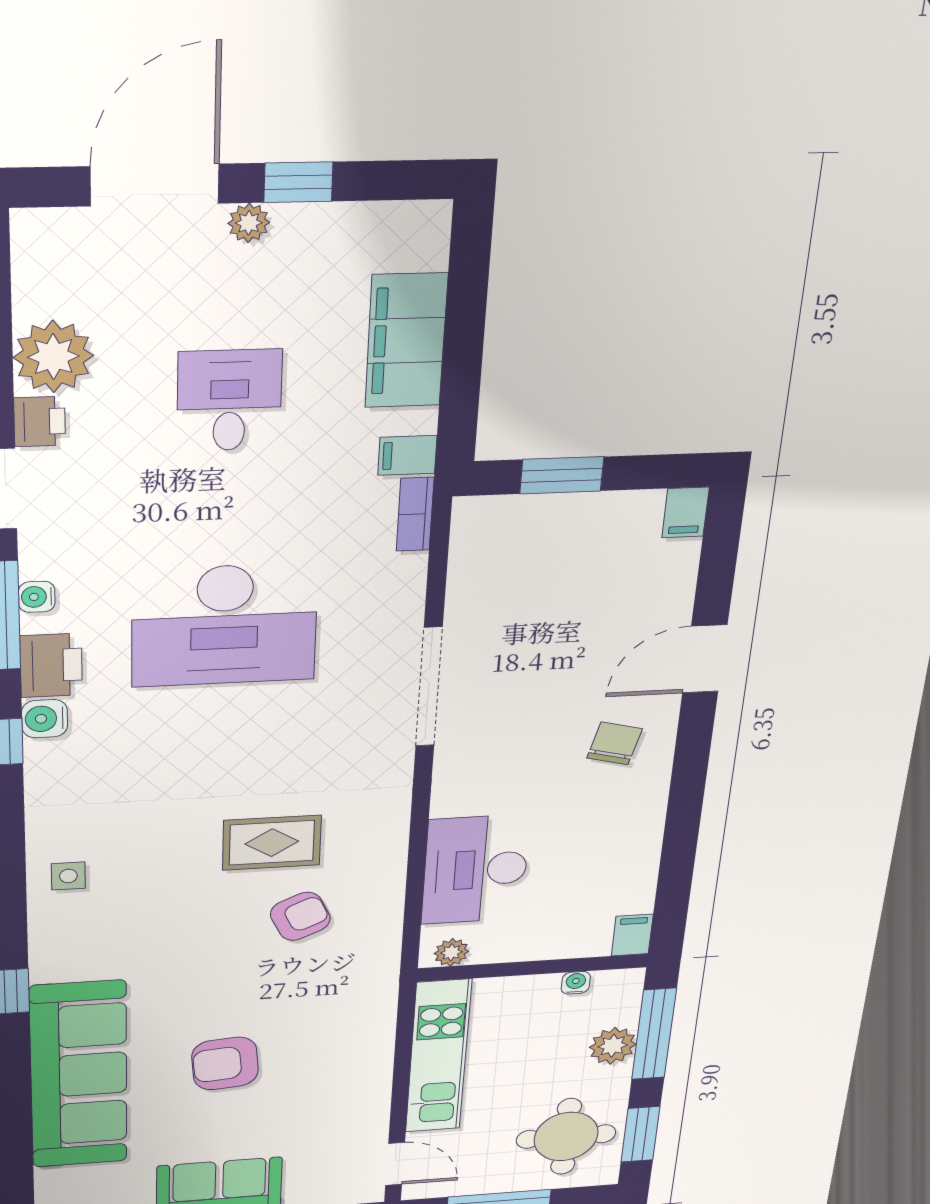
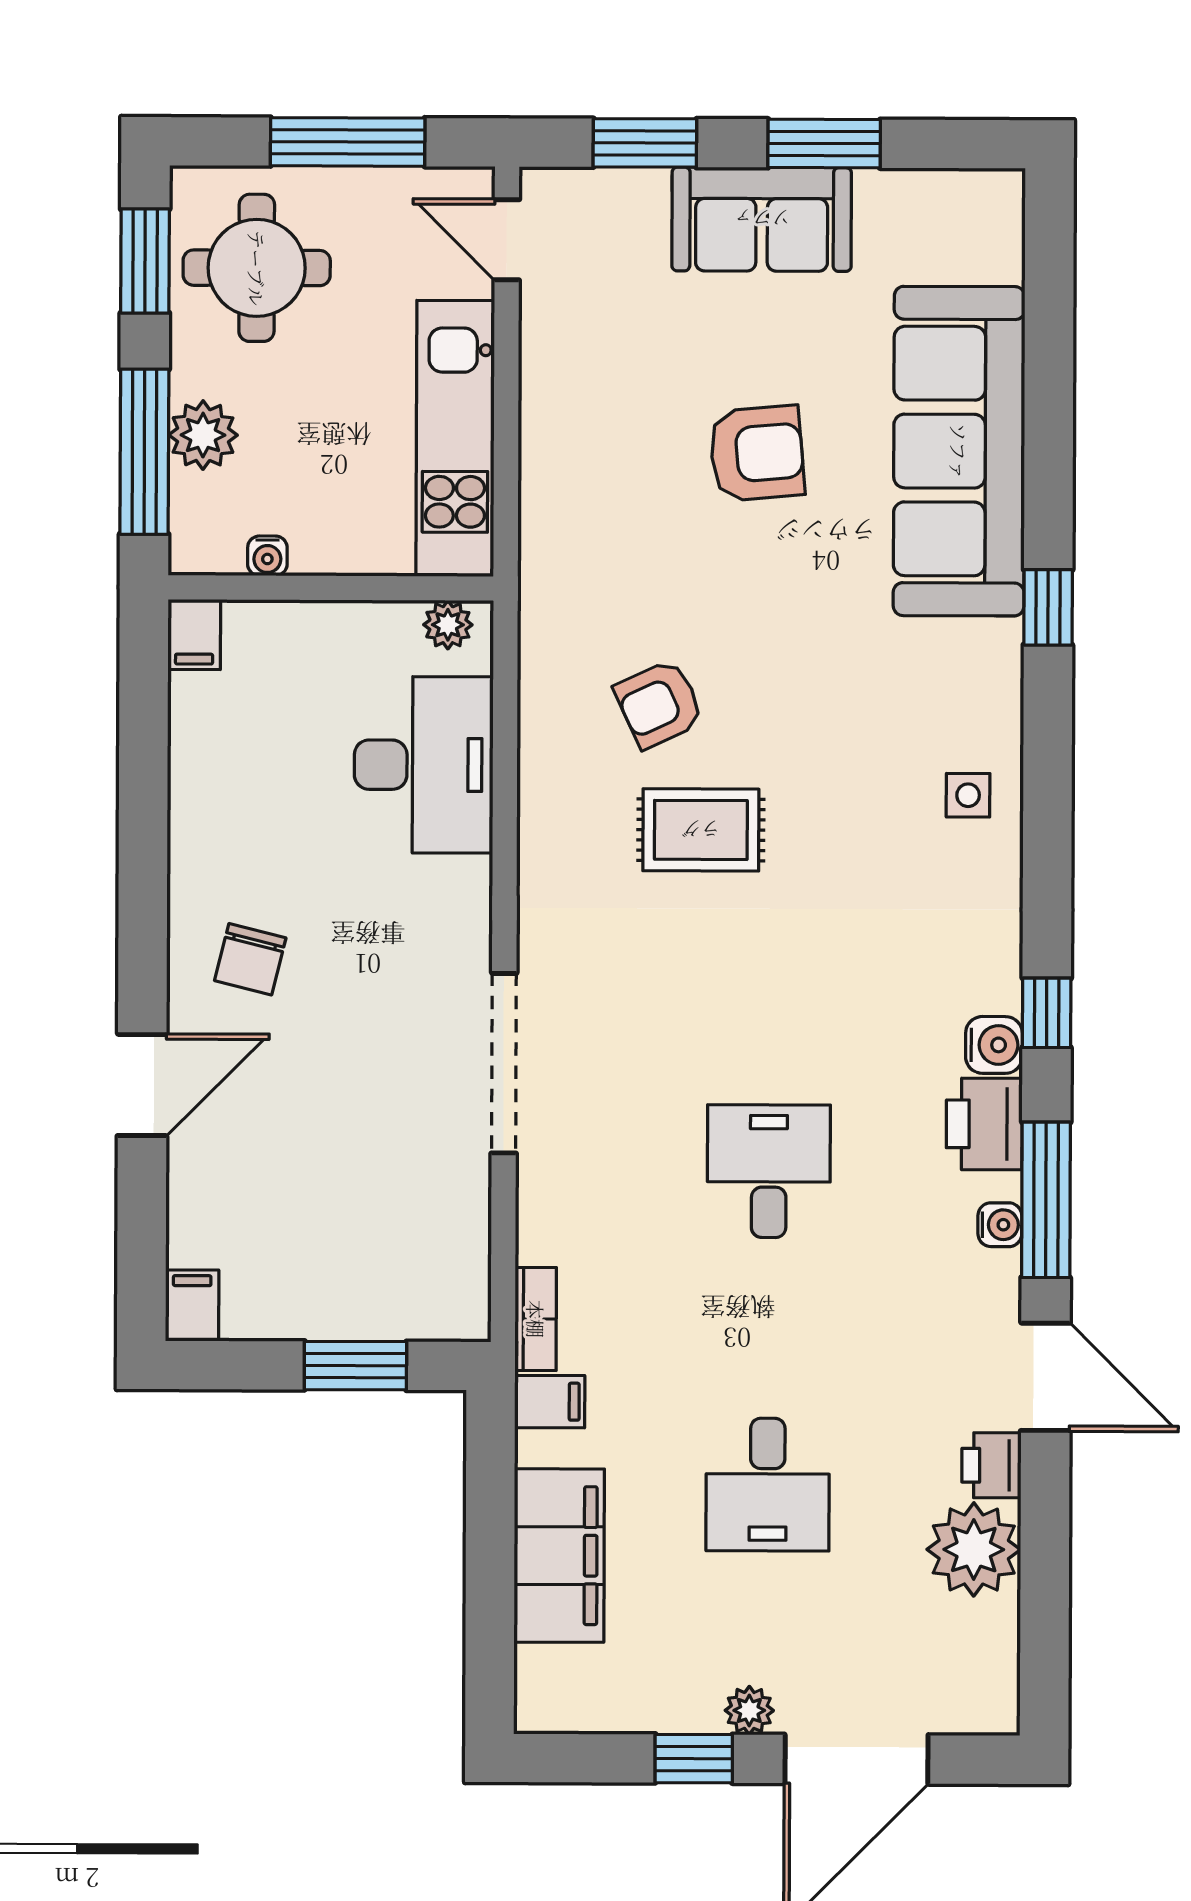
desk: (224, 625) -> (769, 1171), width x0.53, depth x0.77

